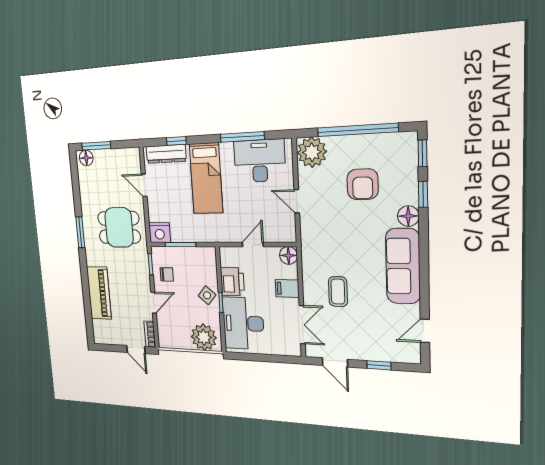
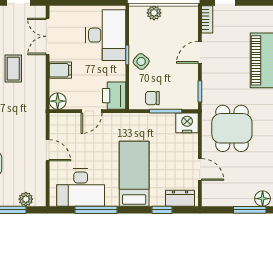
plant: (312, 152) -> (26, 199), width x0.53, depth x0.53
dresser: (166, 154) -> (180, 198), width x0.70
dining table: (119, 227) -> (232, 128), turned 90
chair: (167, 274) -> (152, 98), moved
printer: (232, 281) -> (114, 96), moved
plant: (204, 337) -> (154, 13), width x0.53, depth x0.53

